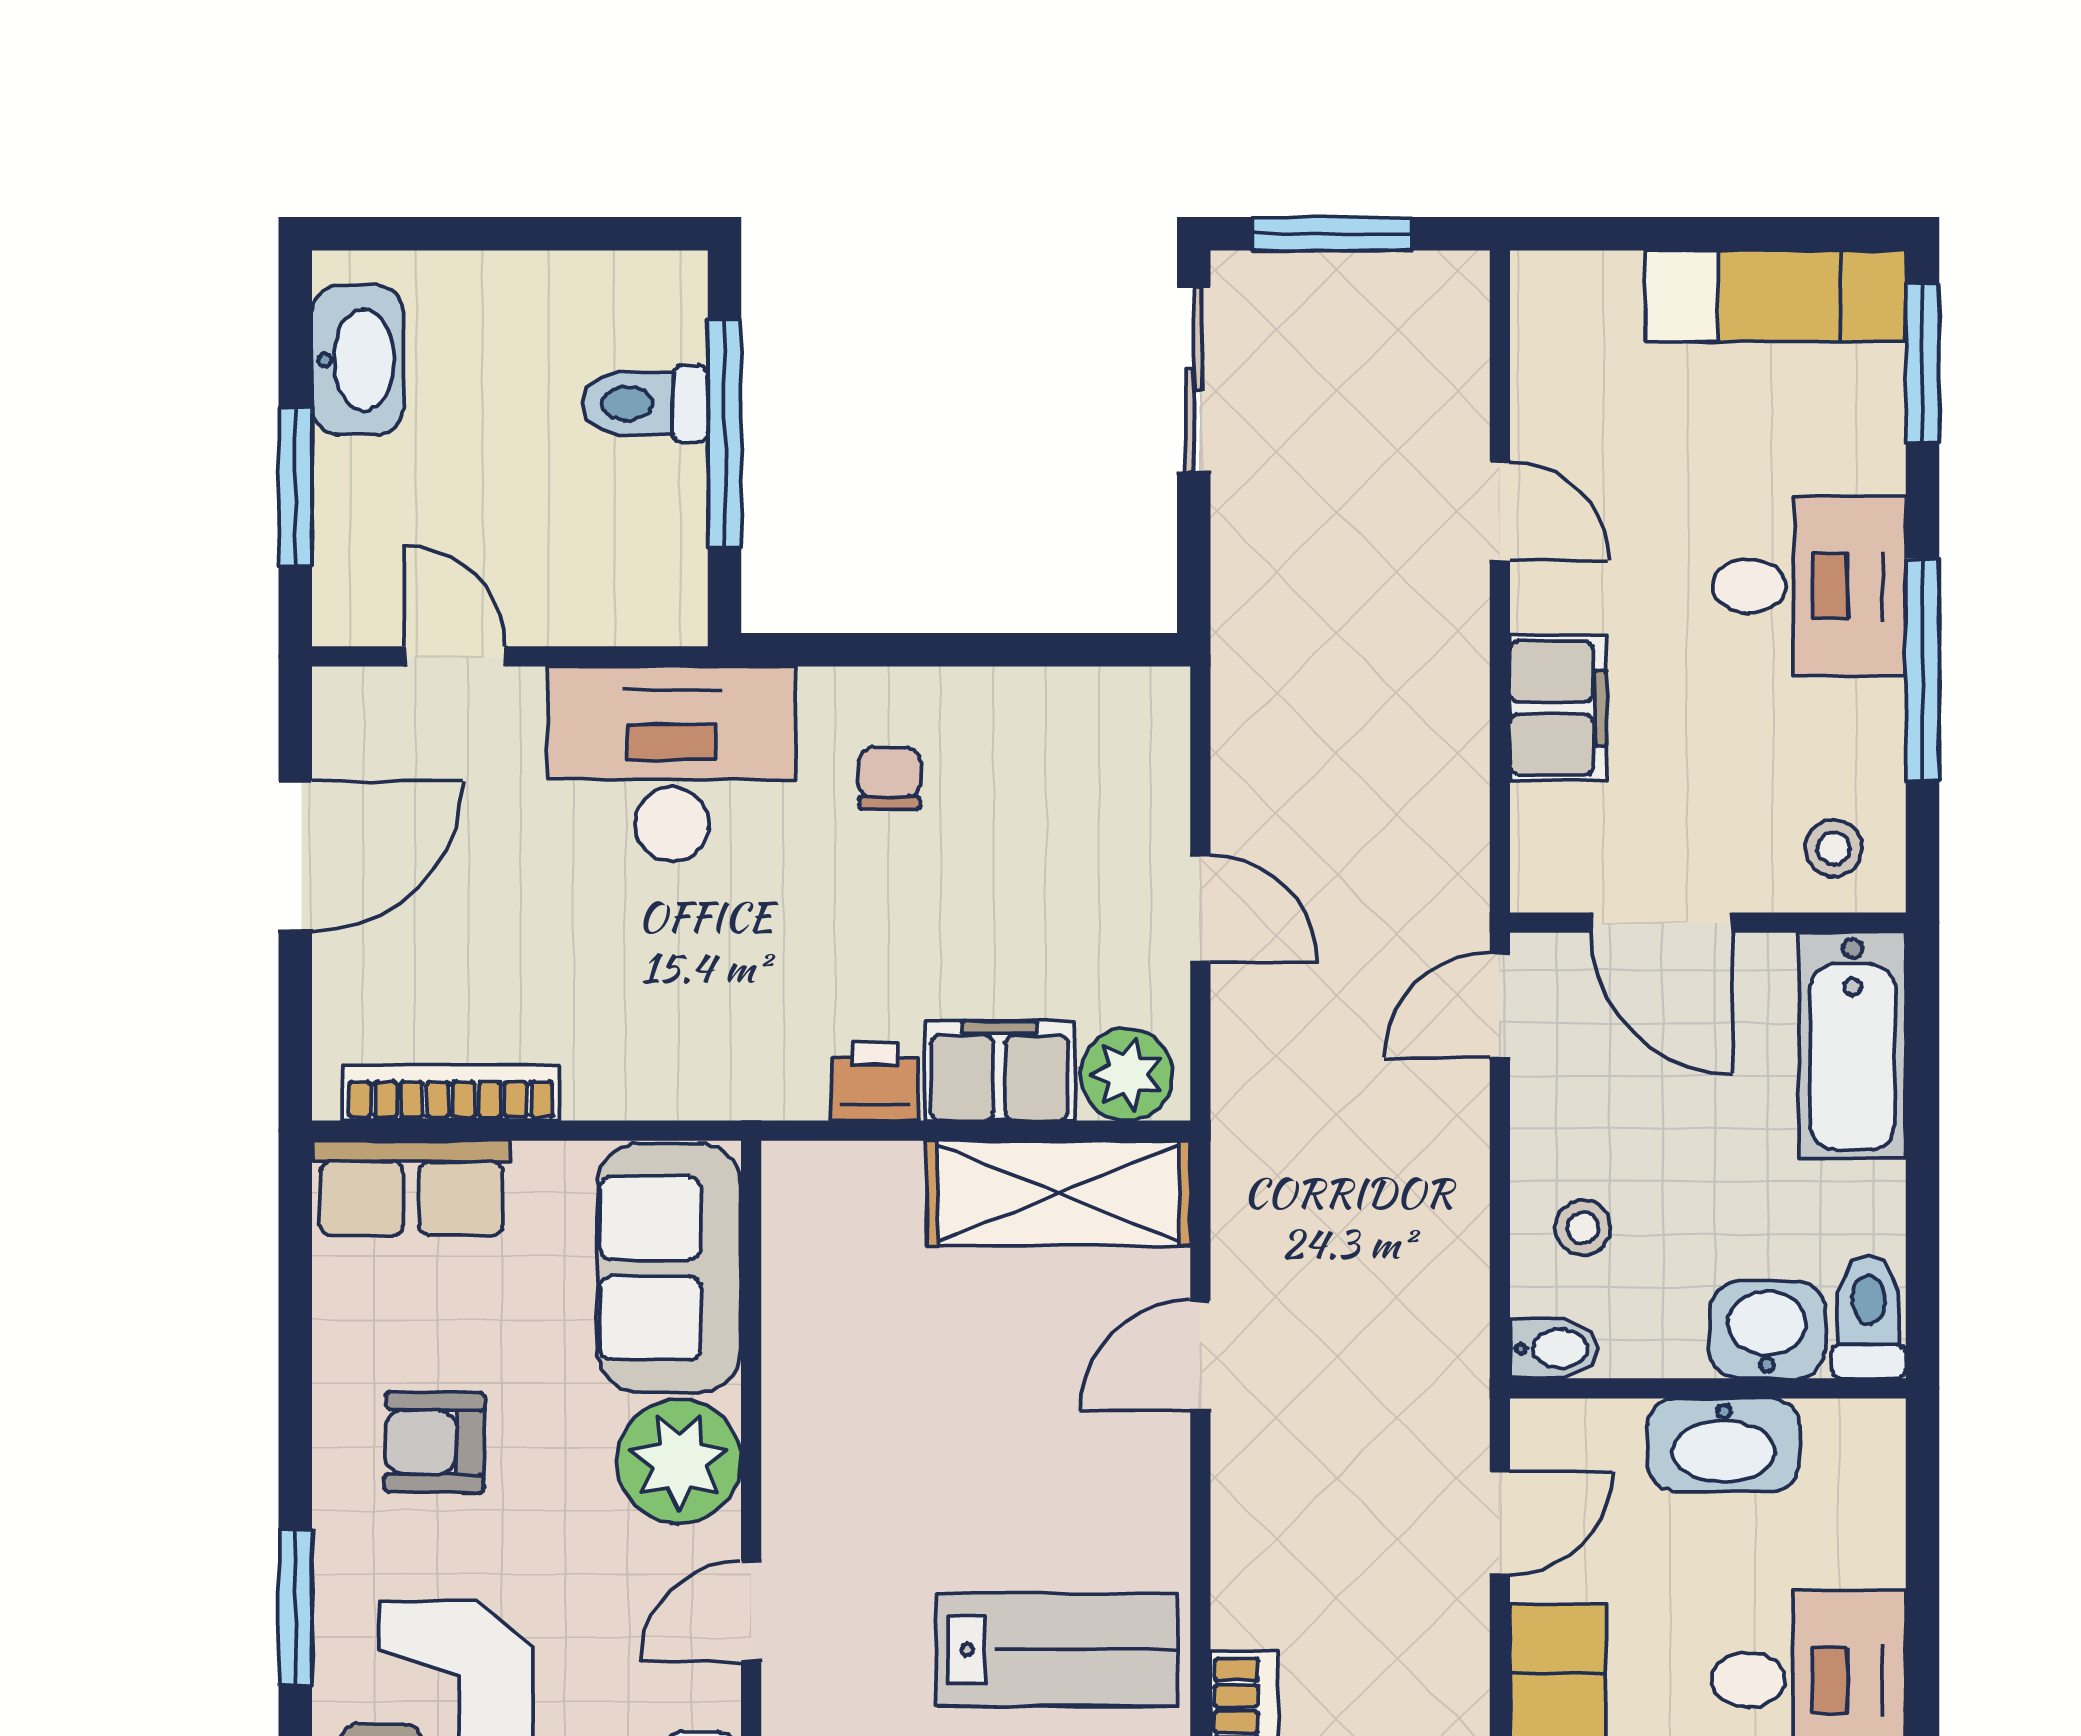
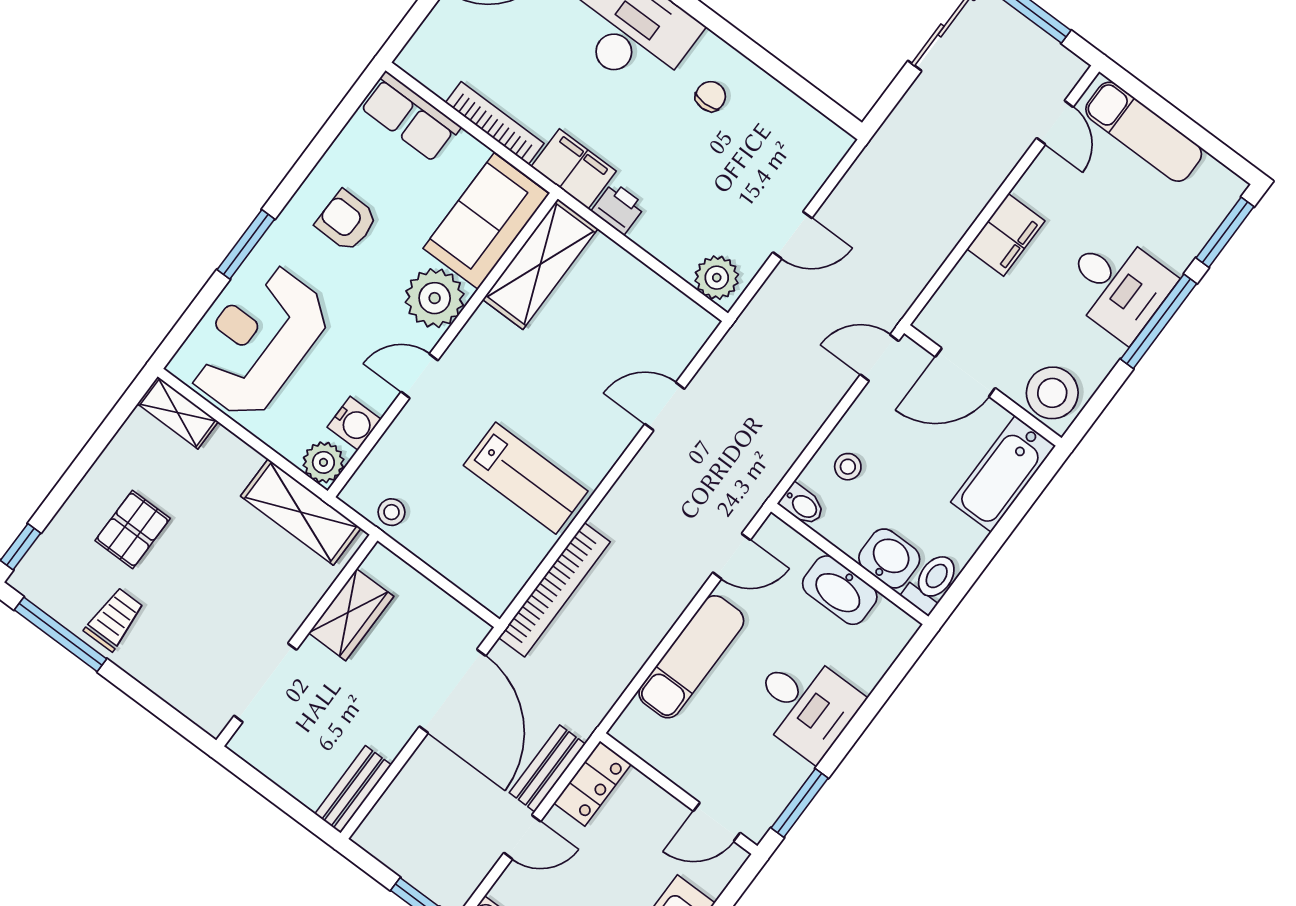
exam couch: (1776, 296) -> (1144, 132), moved
door: (1500, 511) -> (1055, 122), moved
window: (1922, 670) -> (1159, 321), moved
filing cabinet: (1558, 708) -> (1006, 235), moved
stool: (1834, 848) -> (1052, 393), width x1.89, depth x1.89
door: (1200, 909) -> (792, 235), hinge flipped
door: (1662, 923) -> (965, 372), hinge flipped
filing cabinet: (999, 1071) -> (574, 169), moved
bookcase: (451, 1093) -> (495, 123), moved
shelving: (1059, 1193) -> (540, 264), moved, turned 90

